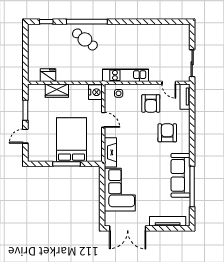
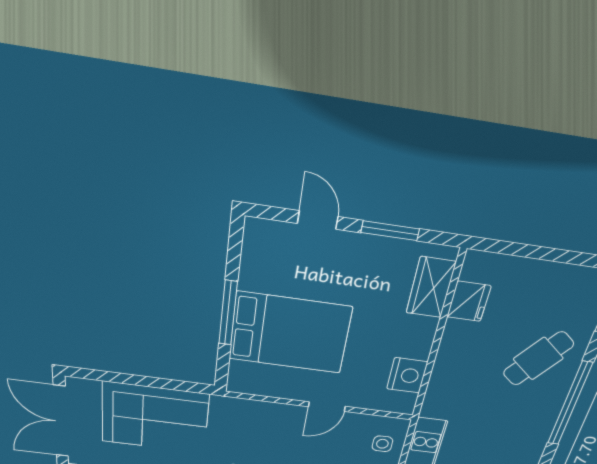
cafe table: (85, 39) -> (538, 359), moved
wardrobe: (57, 91) -> (431, 287), moved
nightstand: (95, 92) -> (407, 375), moved, turned -90
fireplace: (110, 152) -> (246, 411), removed

